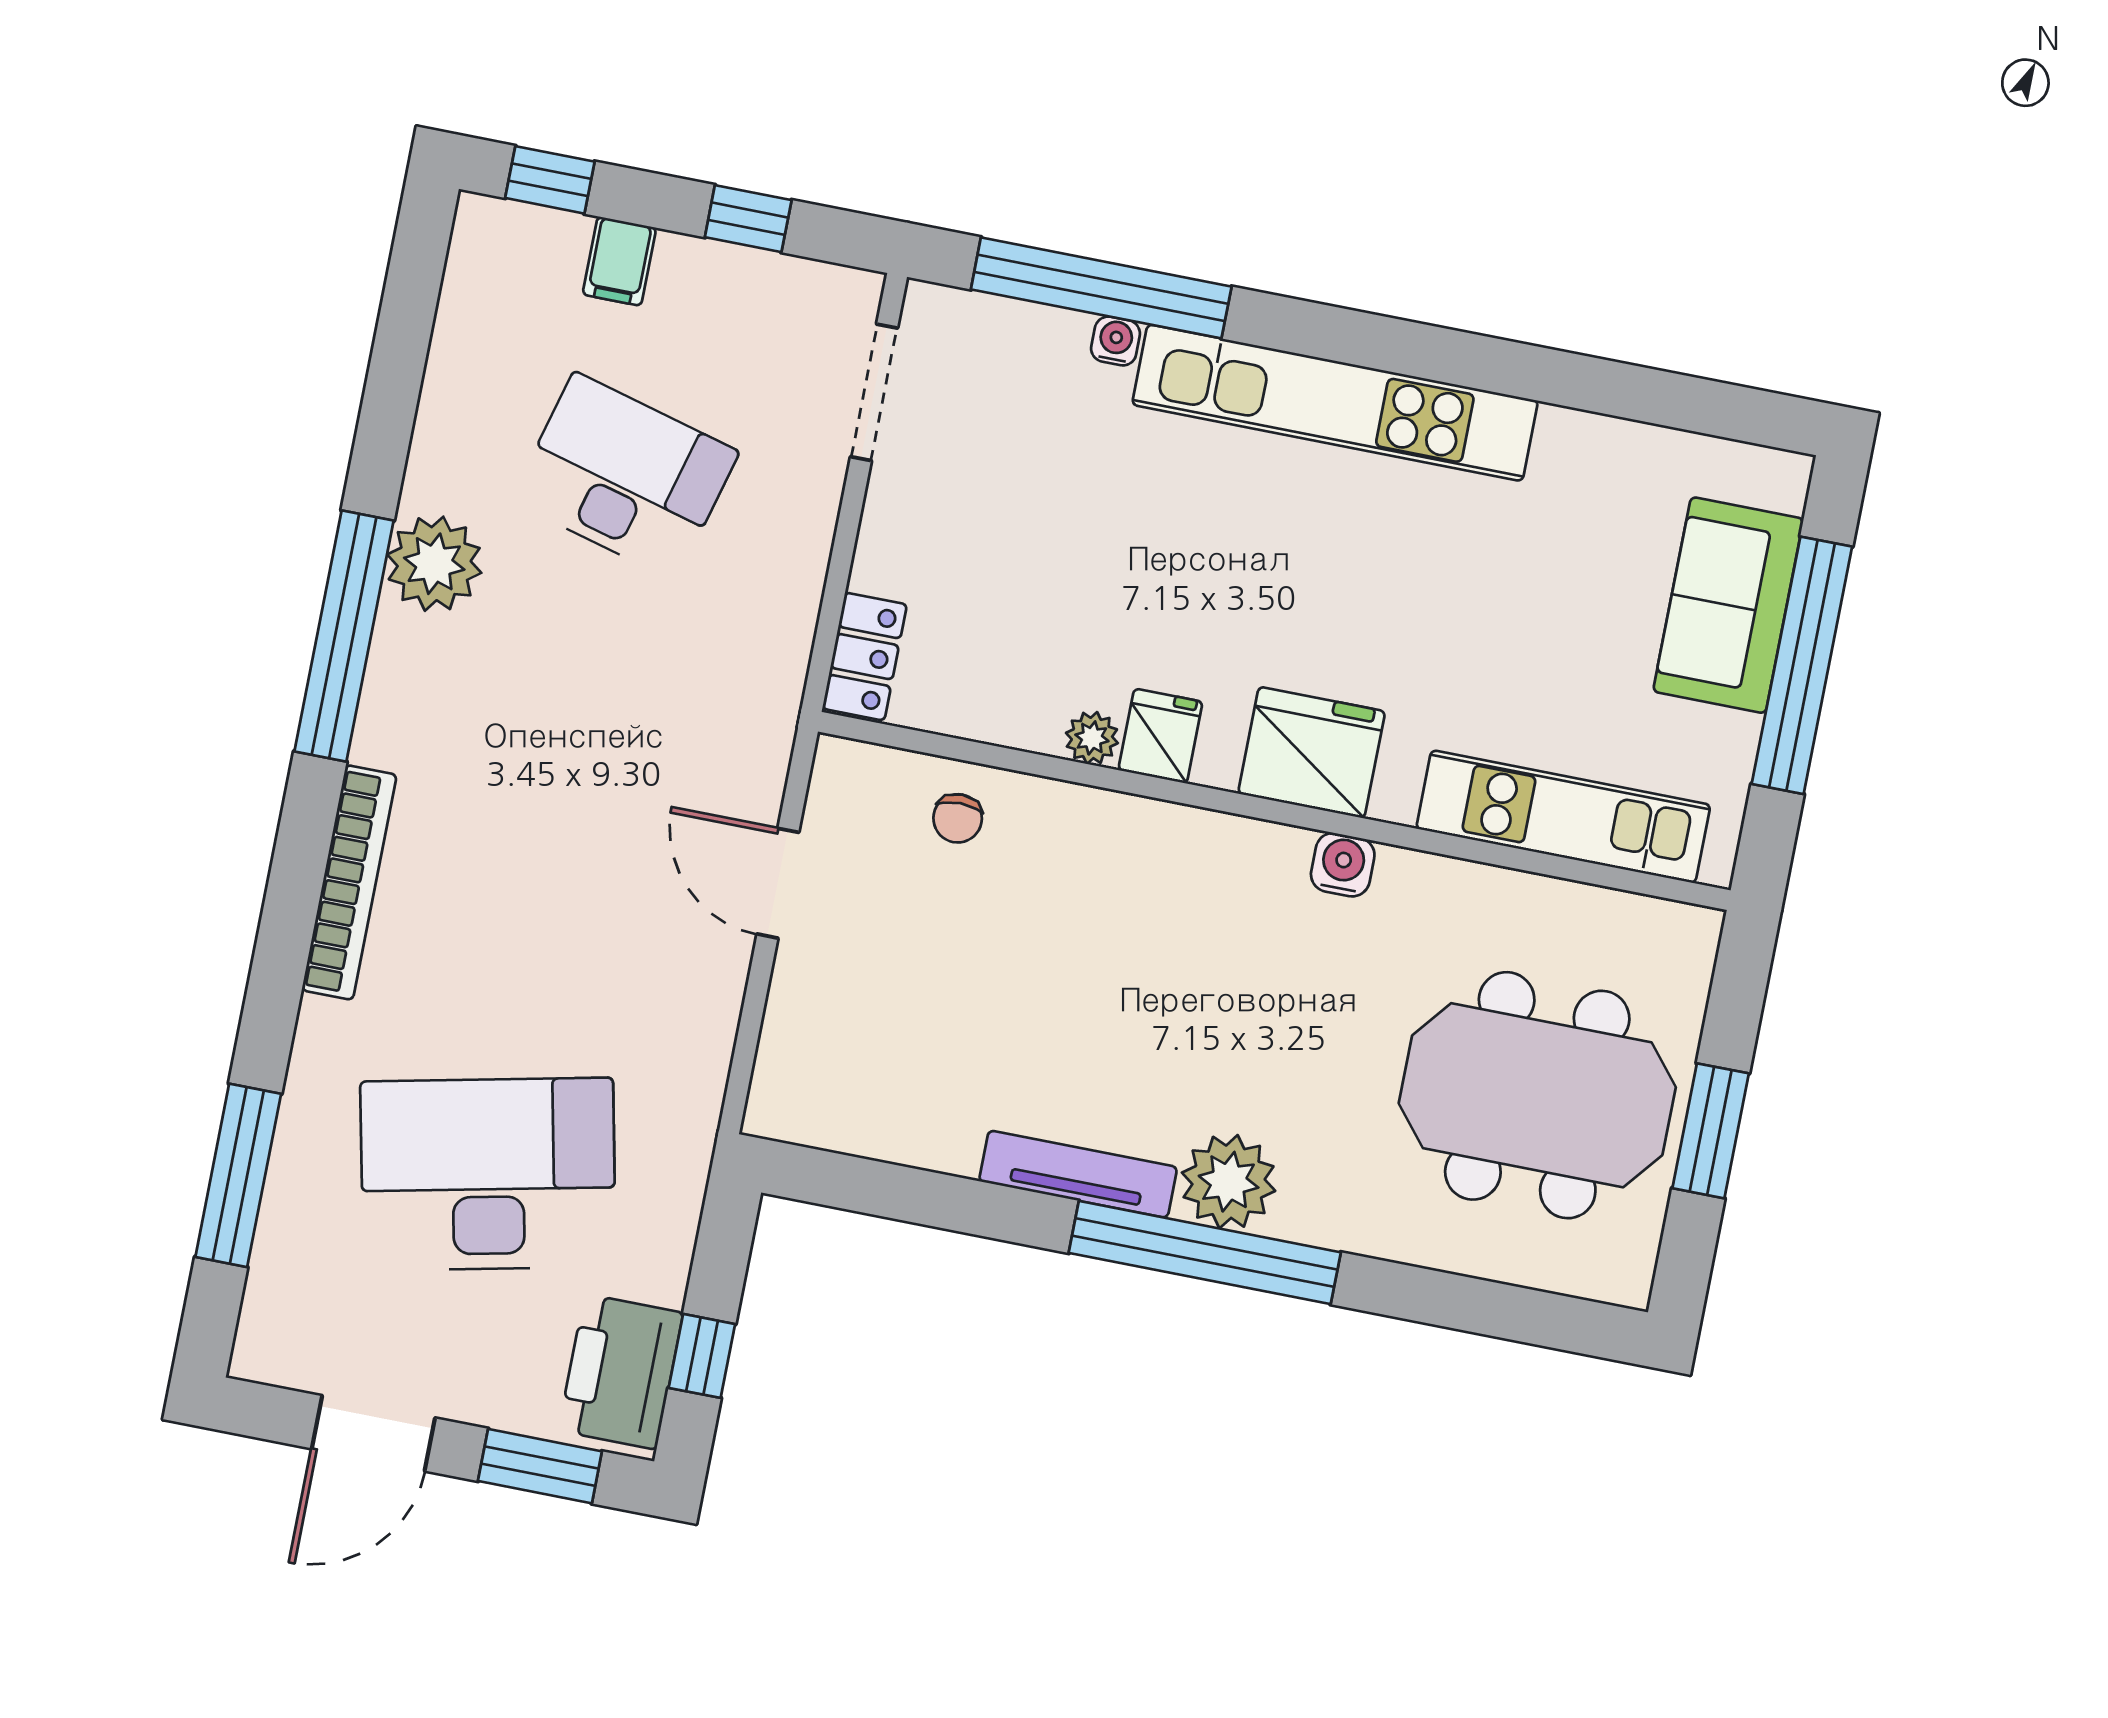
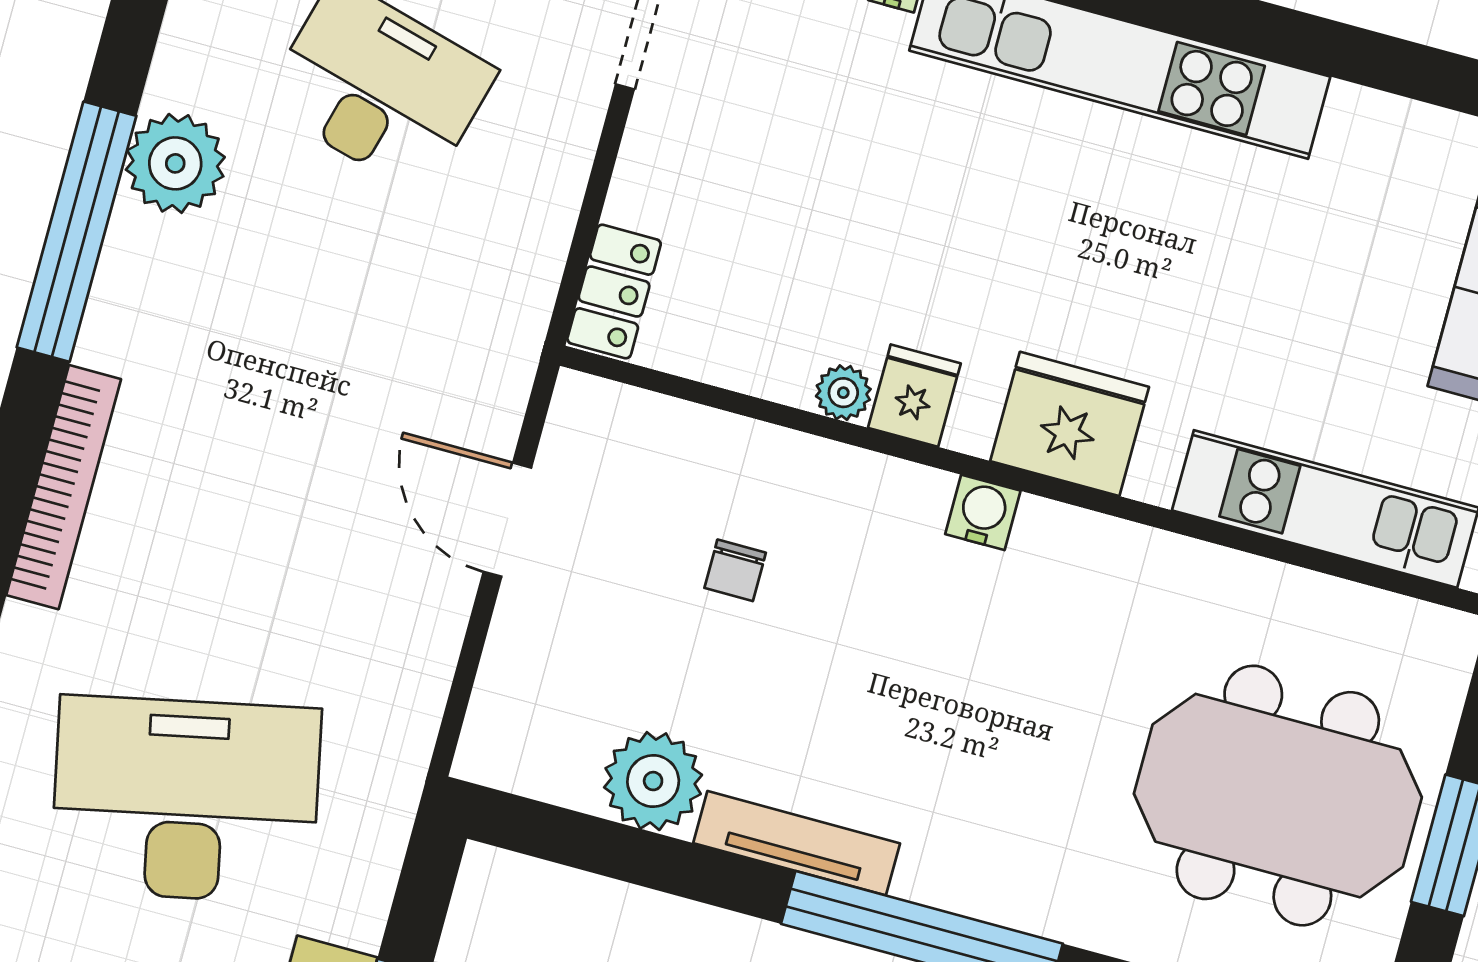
chair: (958, 818) -> (735, 570), moved
water cooler: (1343, 865) -> (983, 512), moved
plant: (1229, 1182) -> (653, 781), moved

